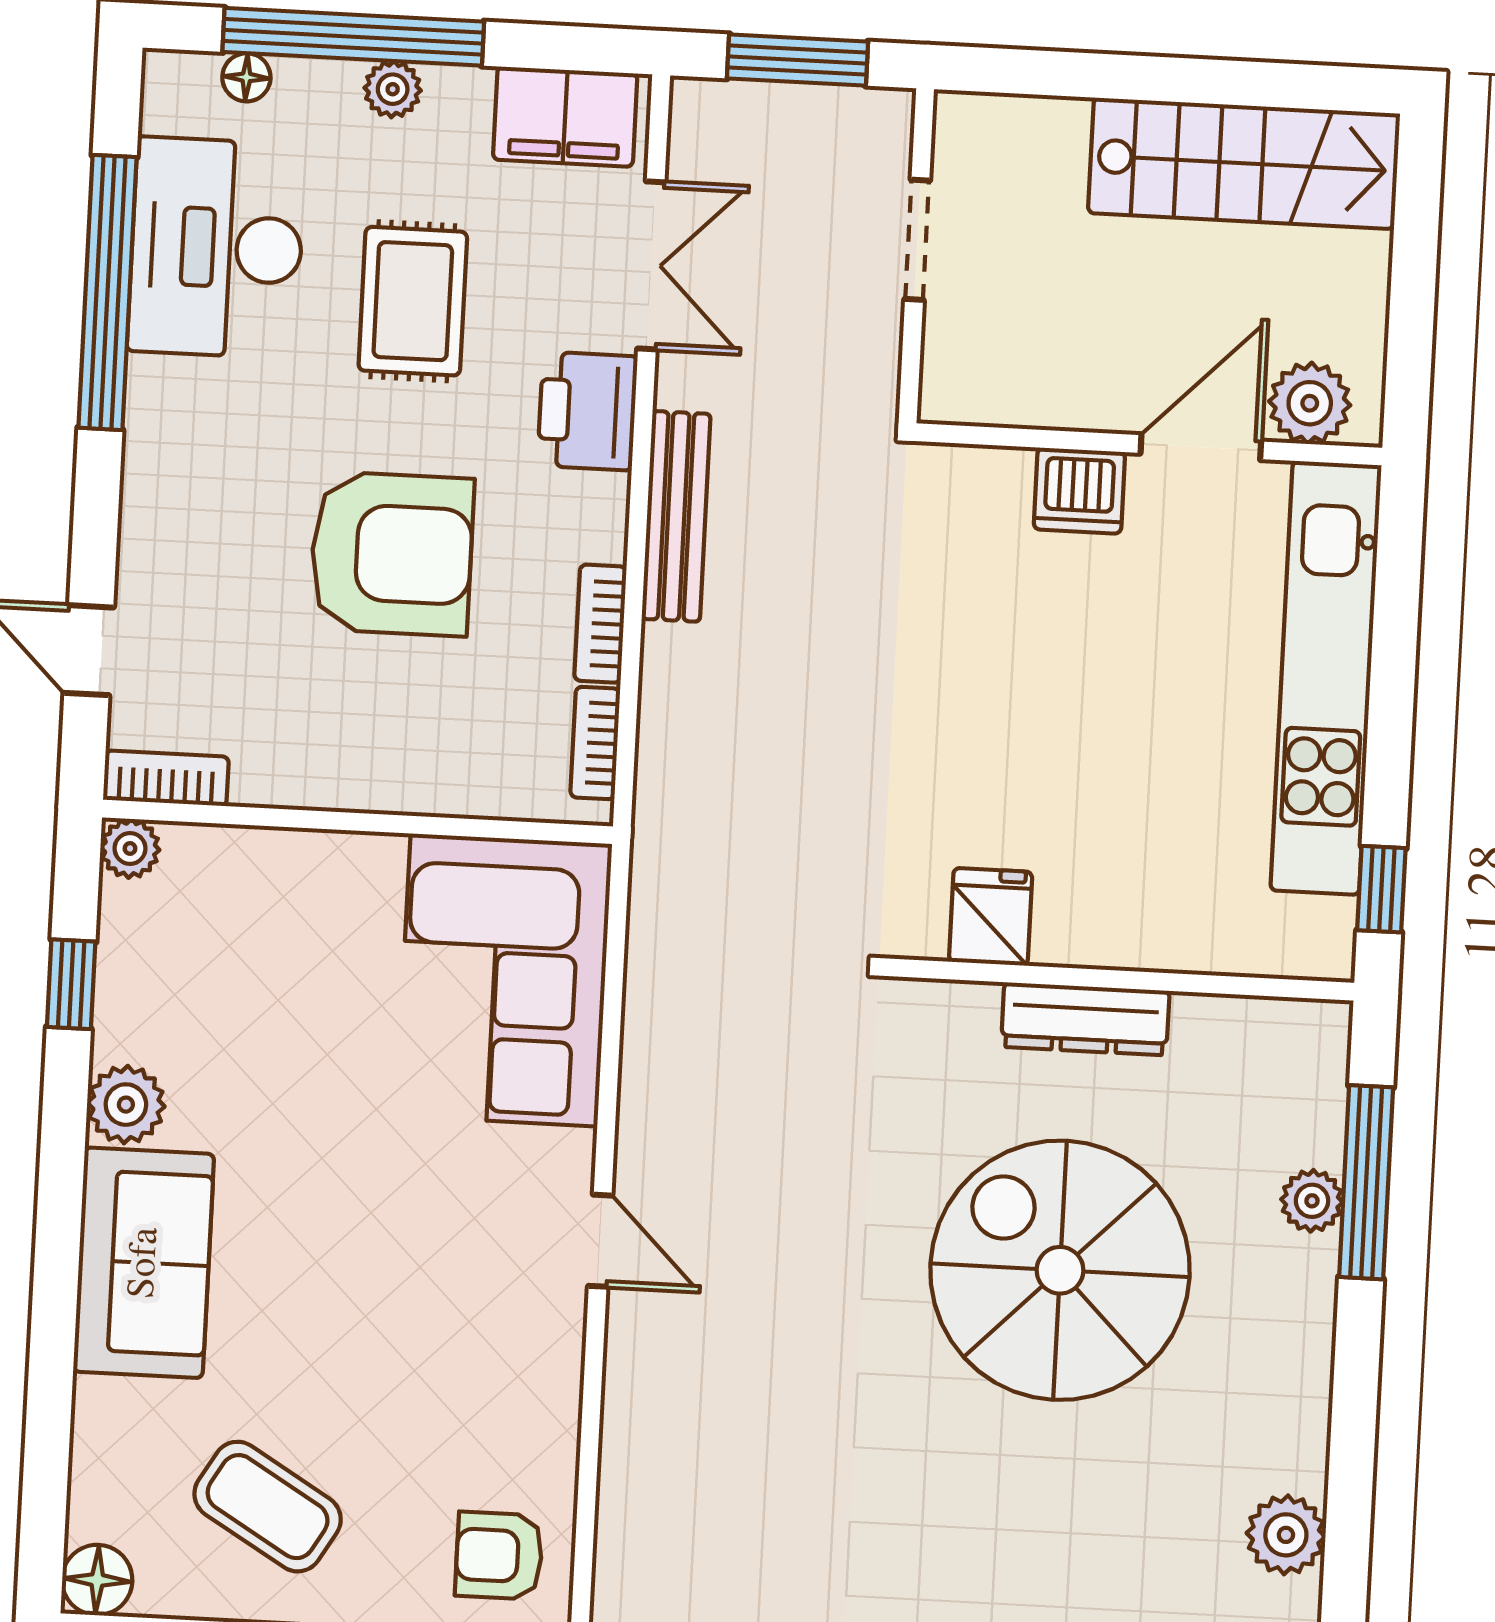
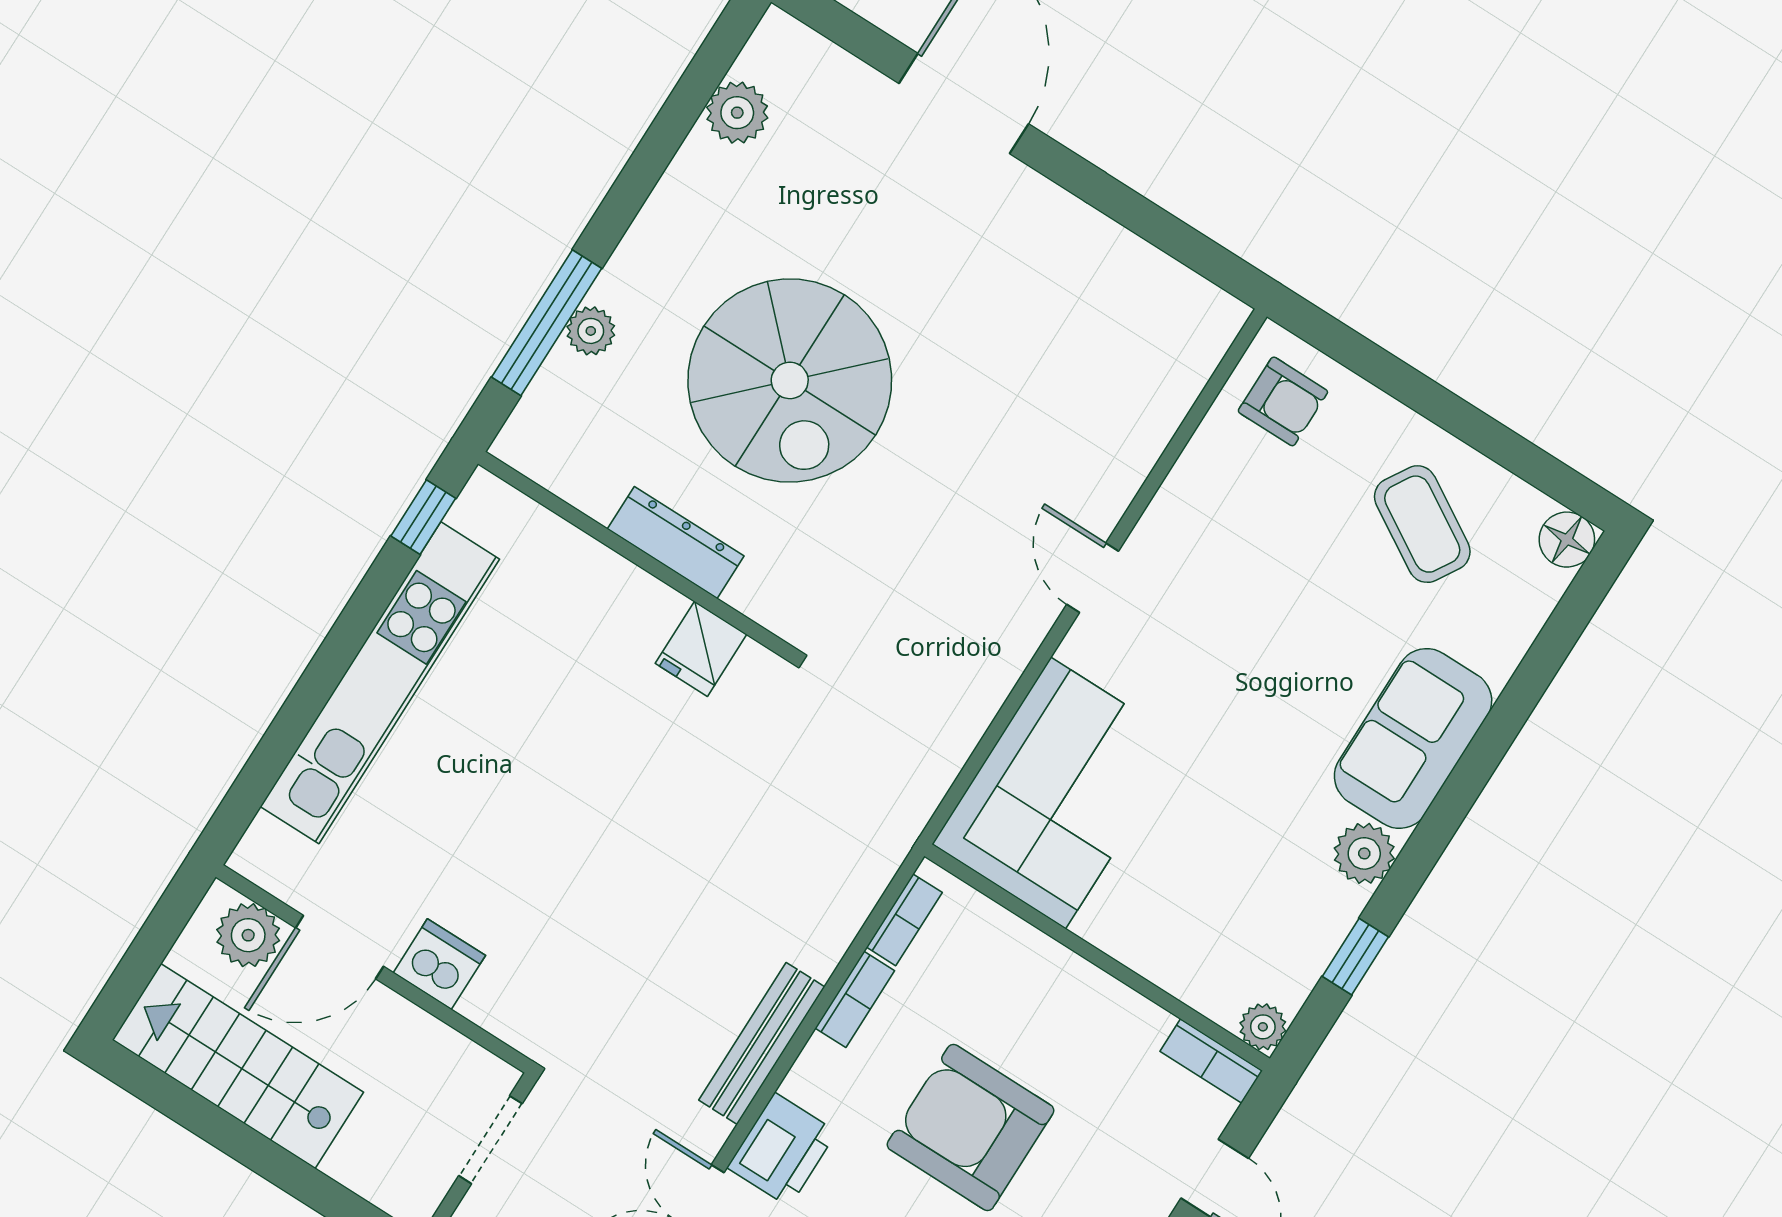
plant: (1310, 403) -> (248, 935), moved
wall: (1149, 444) -> (374, 969), moved
door: (1201, 447) -> (340, 947), moved
dishwasher: (1079, 491) -> (439, 964), moved

